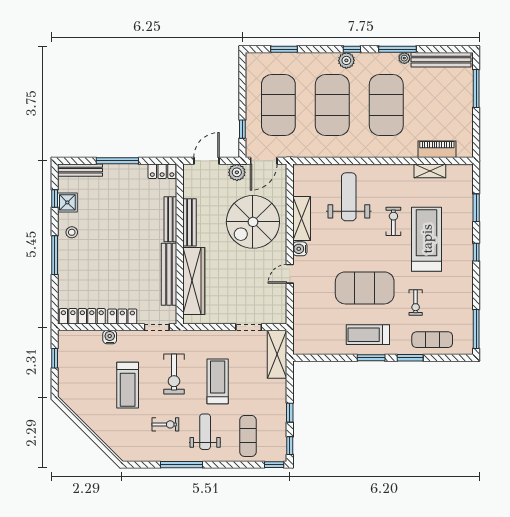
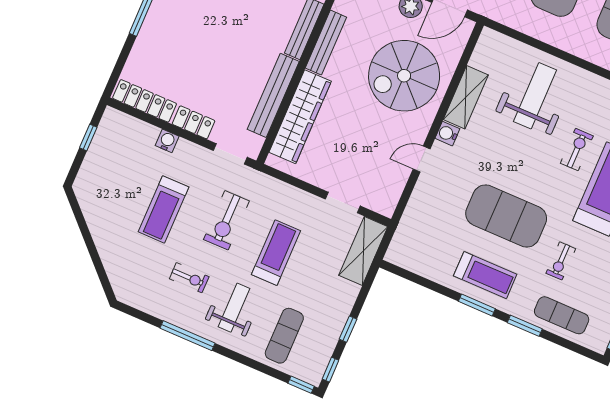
treadmill: (368, 335) -> (485, 275), turned 180

